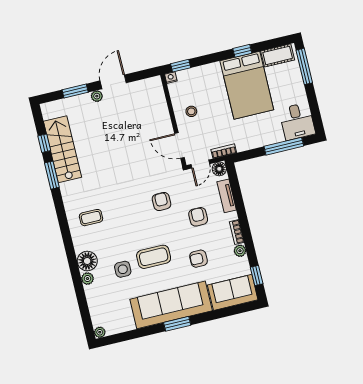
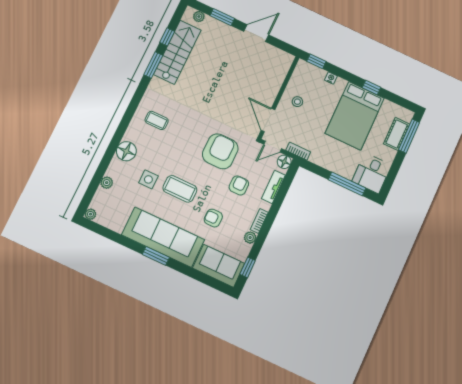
cot: (278, 55) -> (397, 134), moved, turned 90
nightstand: (171, 78) -> (331, 78), moved
plant: (97, 96) -> (199, 17), moved
armchair: (162, 201) -> (220, 151), width x1.88, depth x1.88
plant: (87, 279) -> (107, 183), moved

